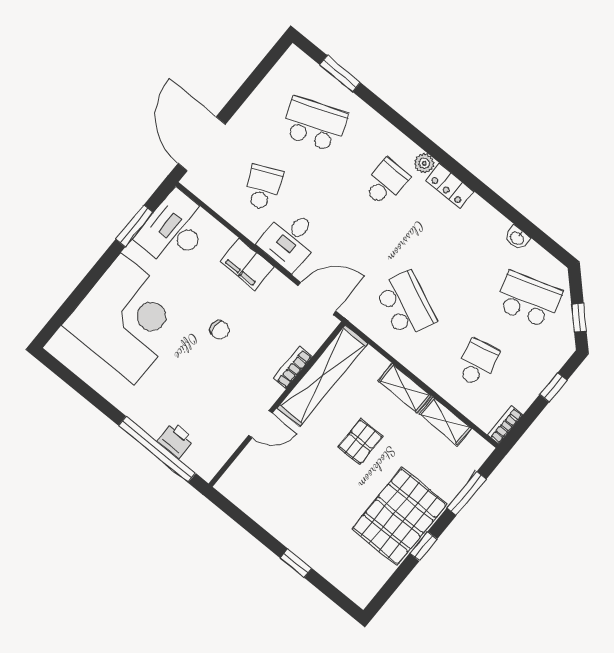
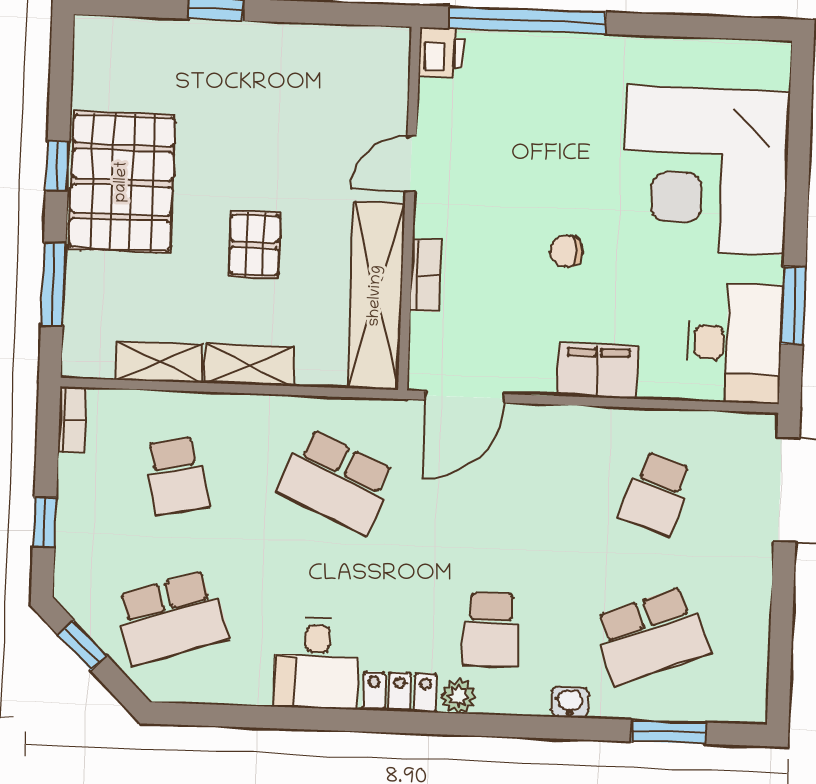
school desk: (263, 187) -> (656, 493), turned 42
washbasin: (517, 238) -> (570, 702), moved
desk: (290, 240) -> (317, 663), moved, turned 180
printer: (176, 440) -> (441, 52), moved, turned -90

